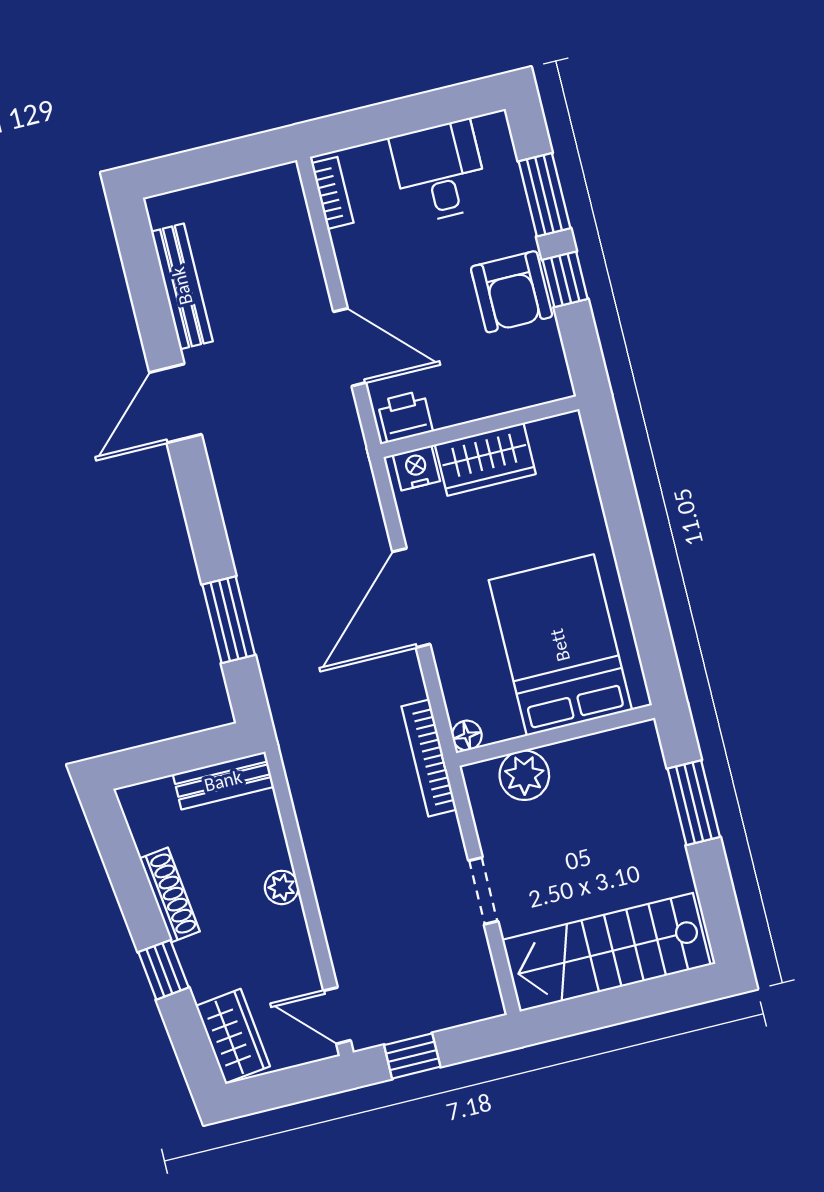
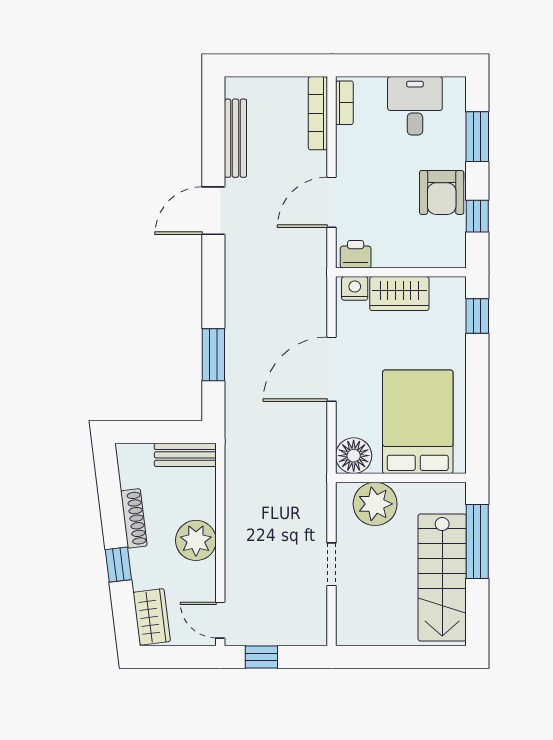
window: (565, 279) -> (477, 216), moved
door: (350, 347) -> (331, 202), swing flipped
window: (611, 464) -> (477, 316), added
floor lamp: (467, 735) -> (354, 456), width x1.89, depth x1.89
bookcase: (429, 758) -> (318, 113), moved
plant: (524, 775) -> (375, 504), width x1.36, depth x1.36
window: (694, 803) -> (477, 541), width x1.44
plant: (282, 887) -> (196, 540), width x1.87, depth x1.87
stairs: (606, 952) -> (442, 577), moved, turned -90

